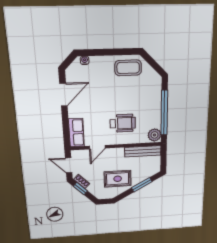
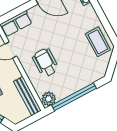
wheelchair: (123, 123) -> (45, 63), turned 180

